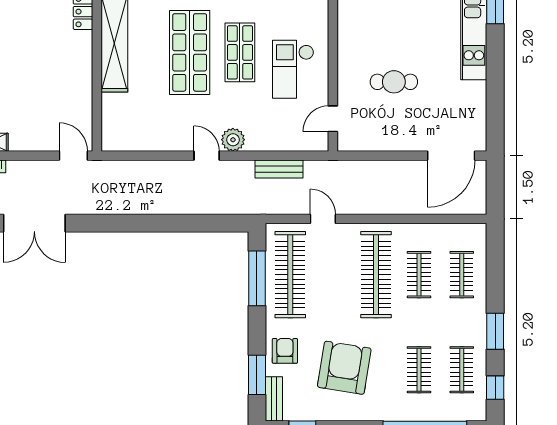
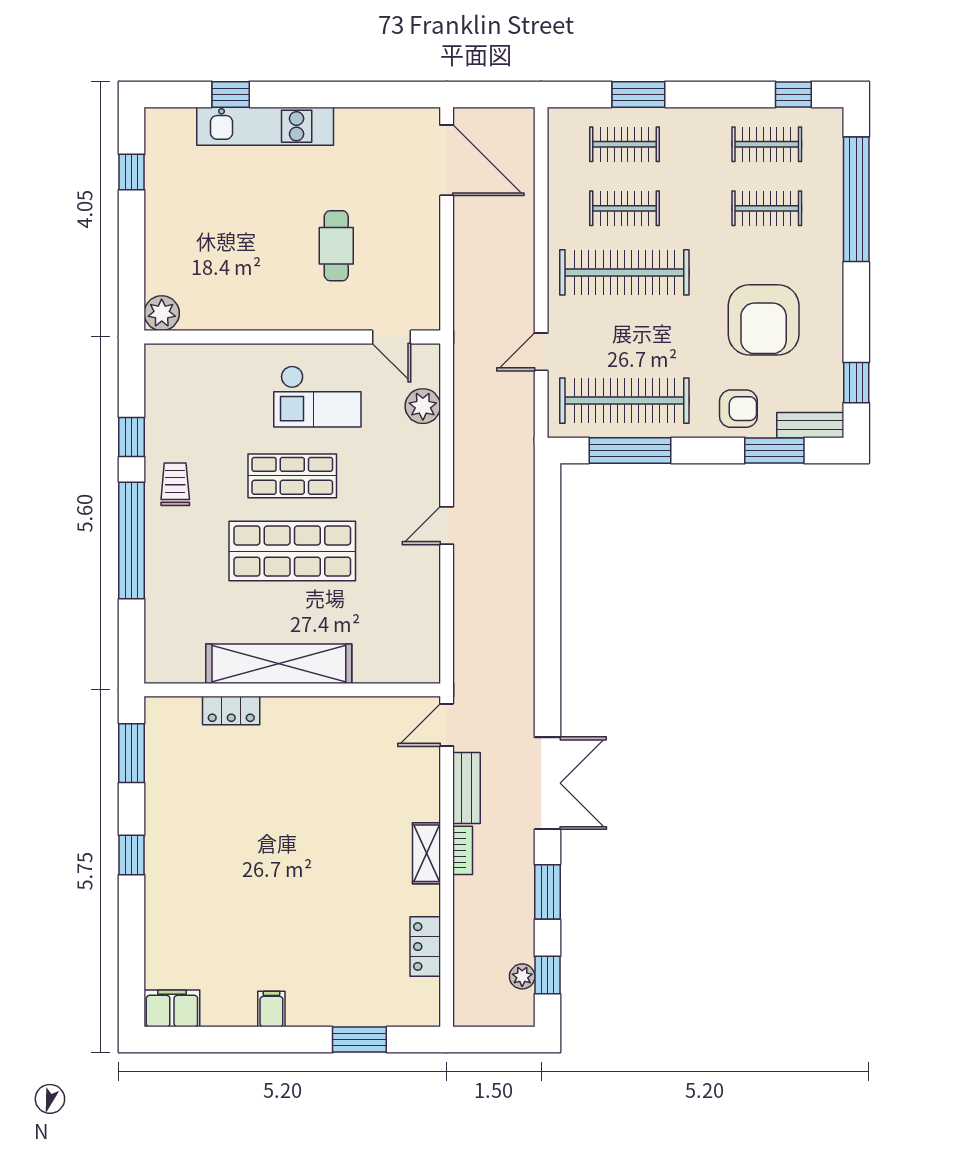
plant: (233, 140) -> (423, 406), moved
bench: (279, 169) -> (467, 788), moved
window: (495, 331) -> (638, 94), moved
armchair: (285, 351) -> (738, 409), turned 180
armchair: (344, 368) -> (764, 320), turned -99

